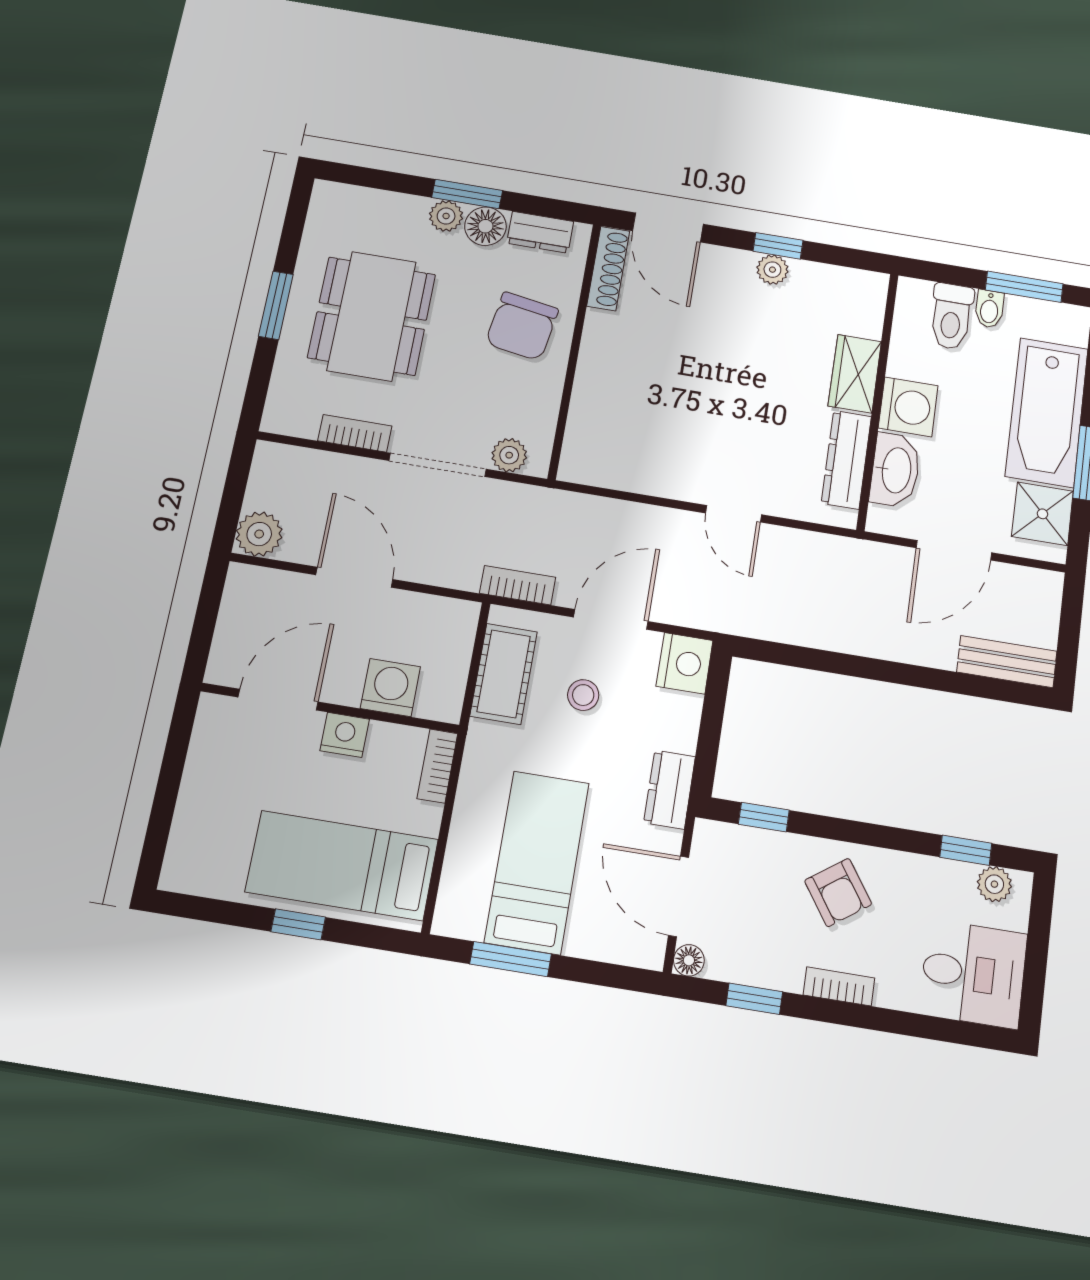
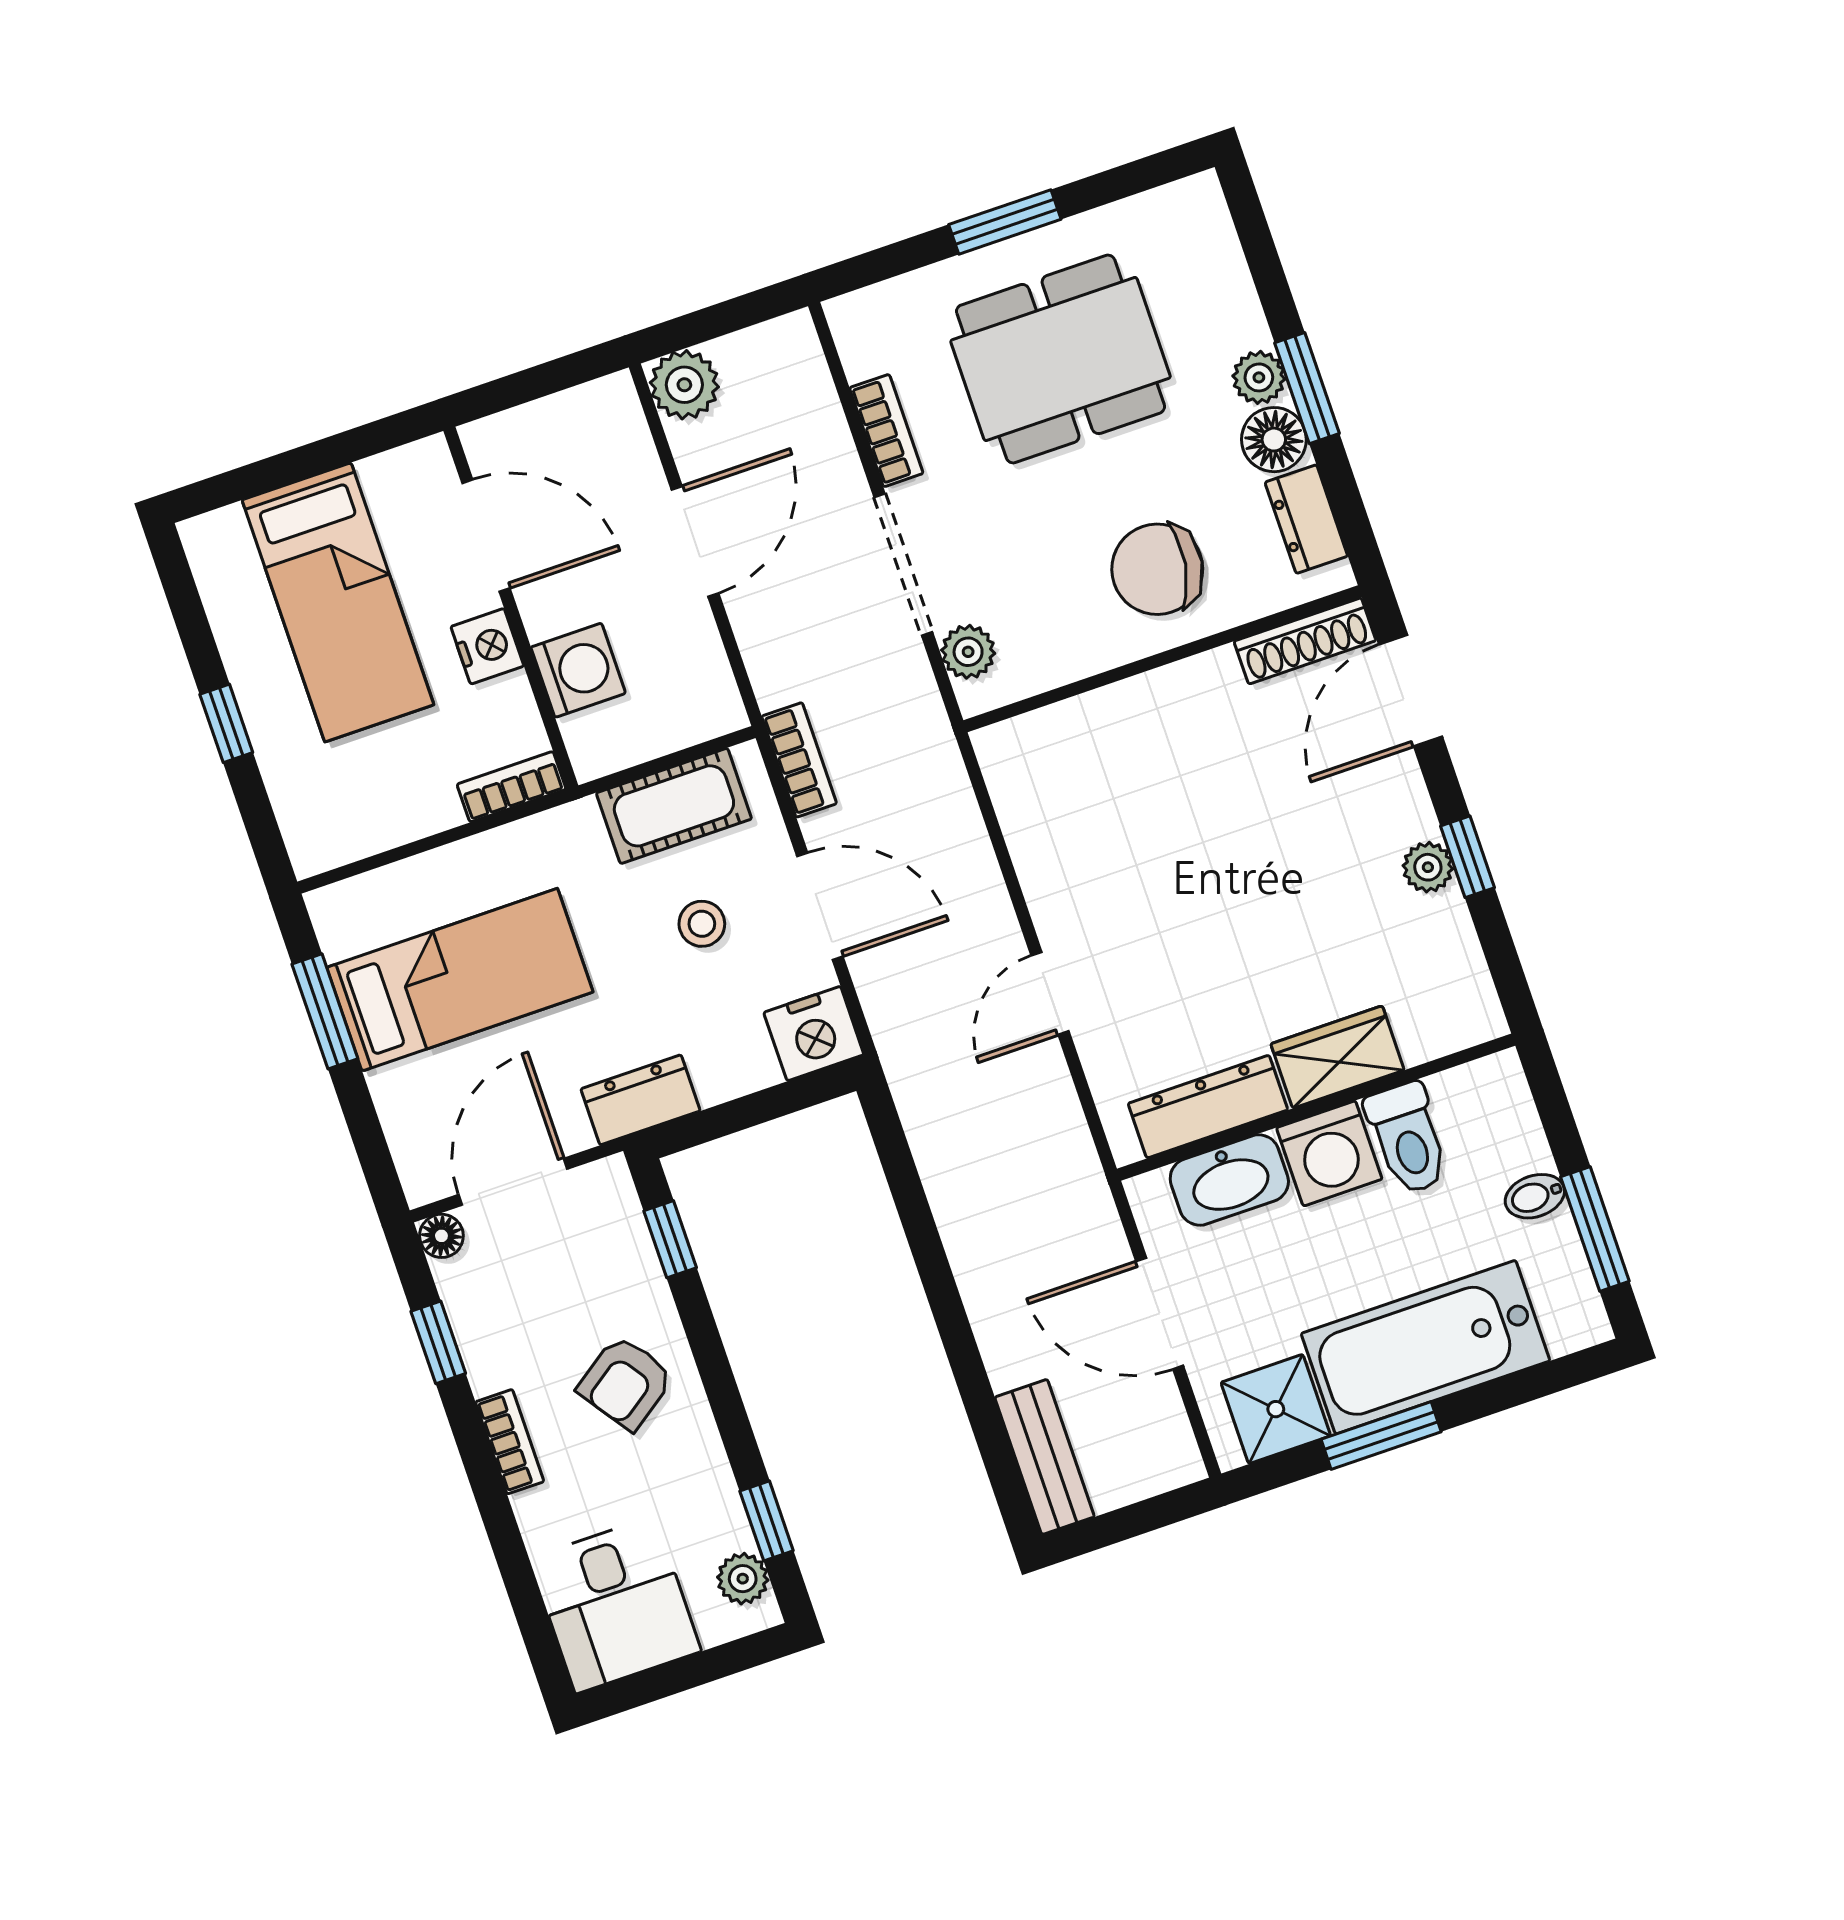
toilet: (951, 316) -> (1408, 1138), moved, turned -90
bed: (342, 866) -> (338, 602), moved, turned 180

